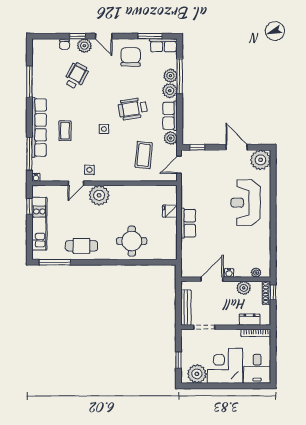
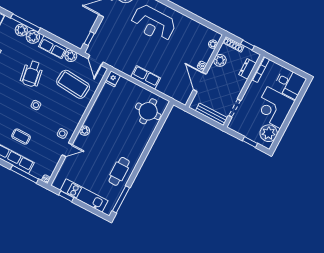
coffee table: (144, 155) -> (73, 84), width x1.36, depth x1.32
door: (76, 183) -> (67, 150), hinge flipped
plant: (99, 195) -> (85, 131), width x0.53, depth x0.53
fridge: (170, 211) -> (113, 79), moved
round table: (132, 241) -> (148, 111), moved
window: (273, 292) -> (247, 45), moved

